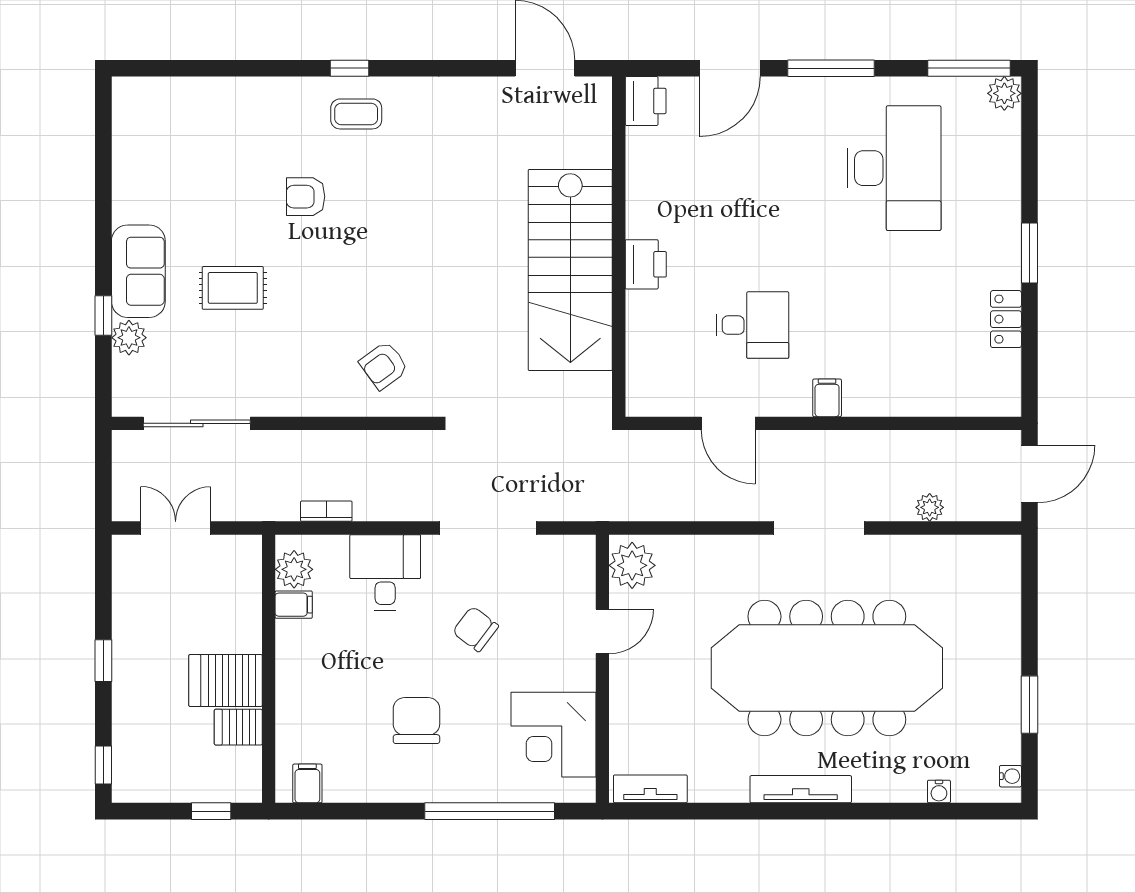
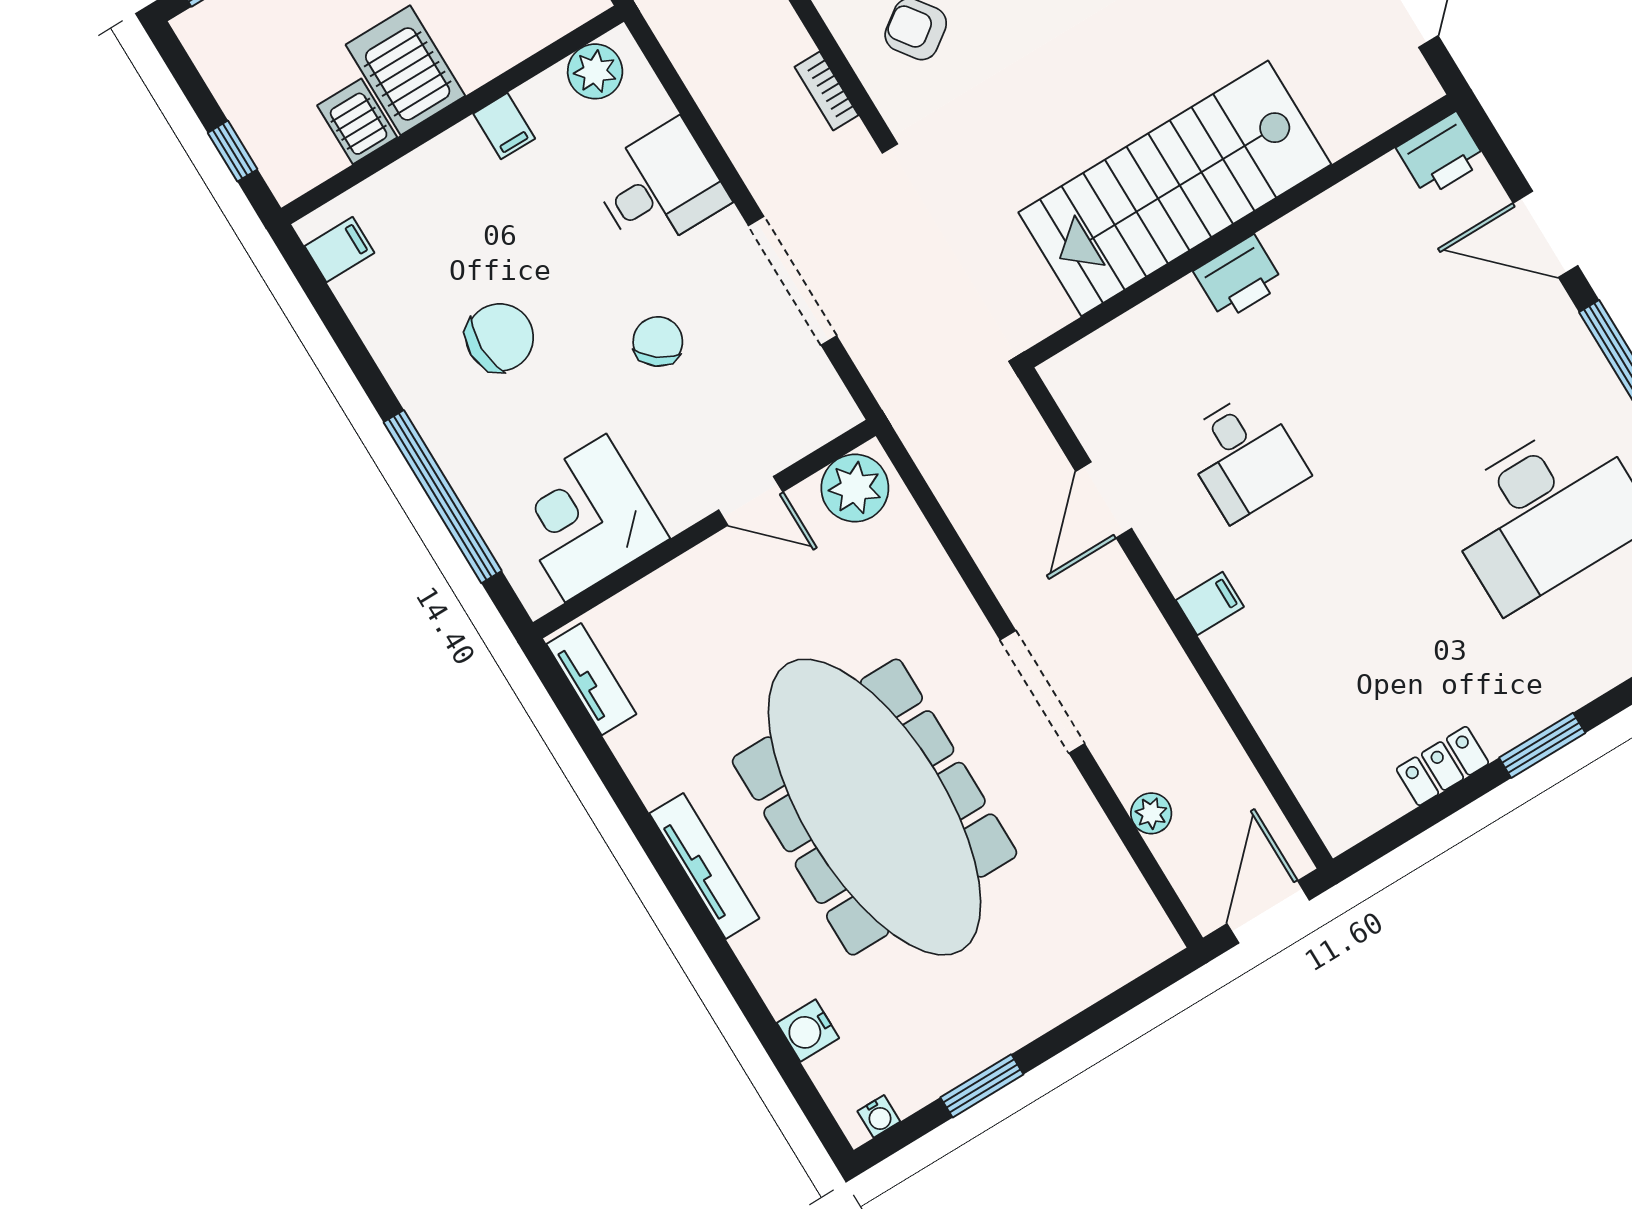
door: (1029, 474) -> (1268, 912), swing flipped
bookcase: (326, 511) -> (826, 91), moved, turned 180
filing cabinet: (294, 605) -> (504, 126), moved
water cooler: (939, 792) -> (808, 1030), width x1.38, depth x1.38

